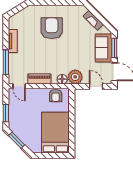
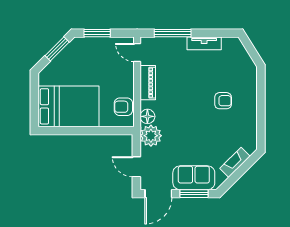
armchair: (52, 28) -> (223, 101), width x0.53, depth x0.53
door: (19, 86) -> (137, 53), hinge flipped
door: (96, 87) -> (136, 167), swing flipped

